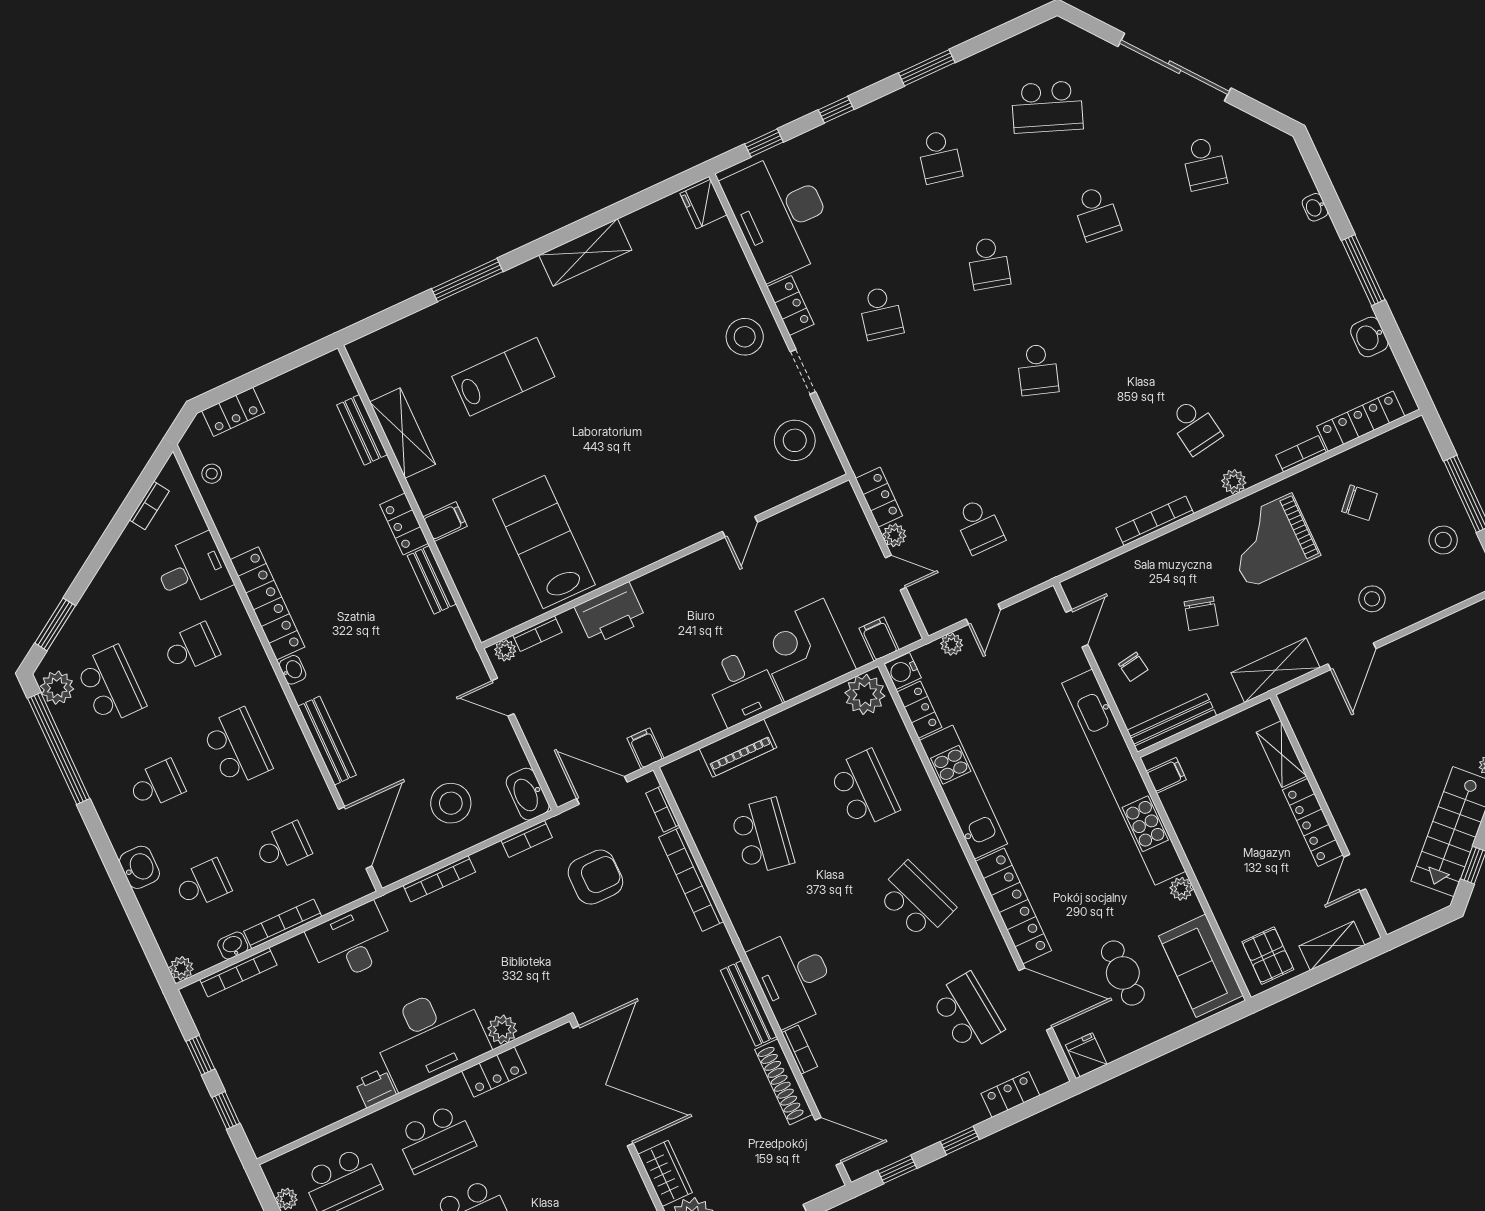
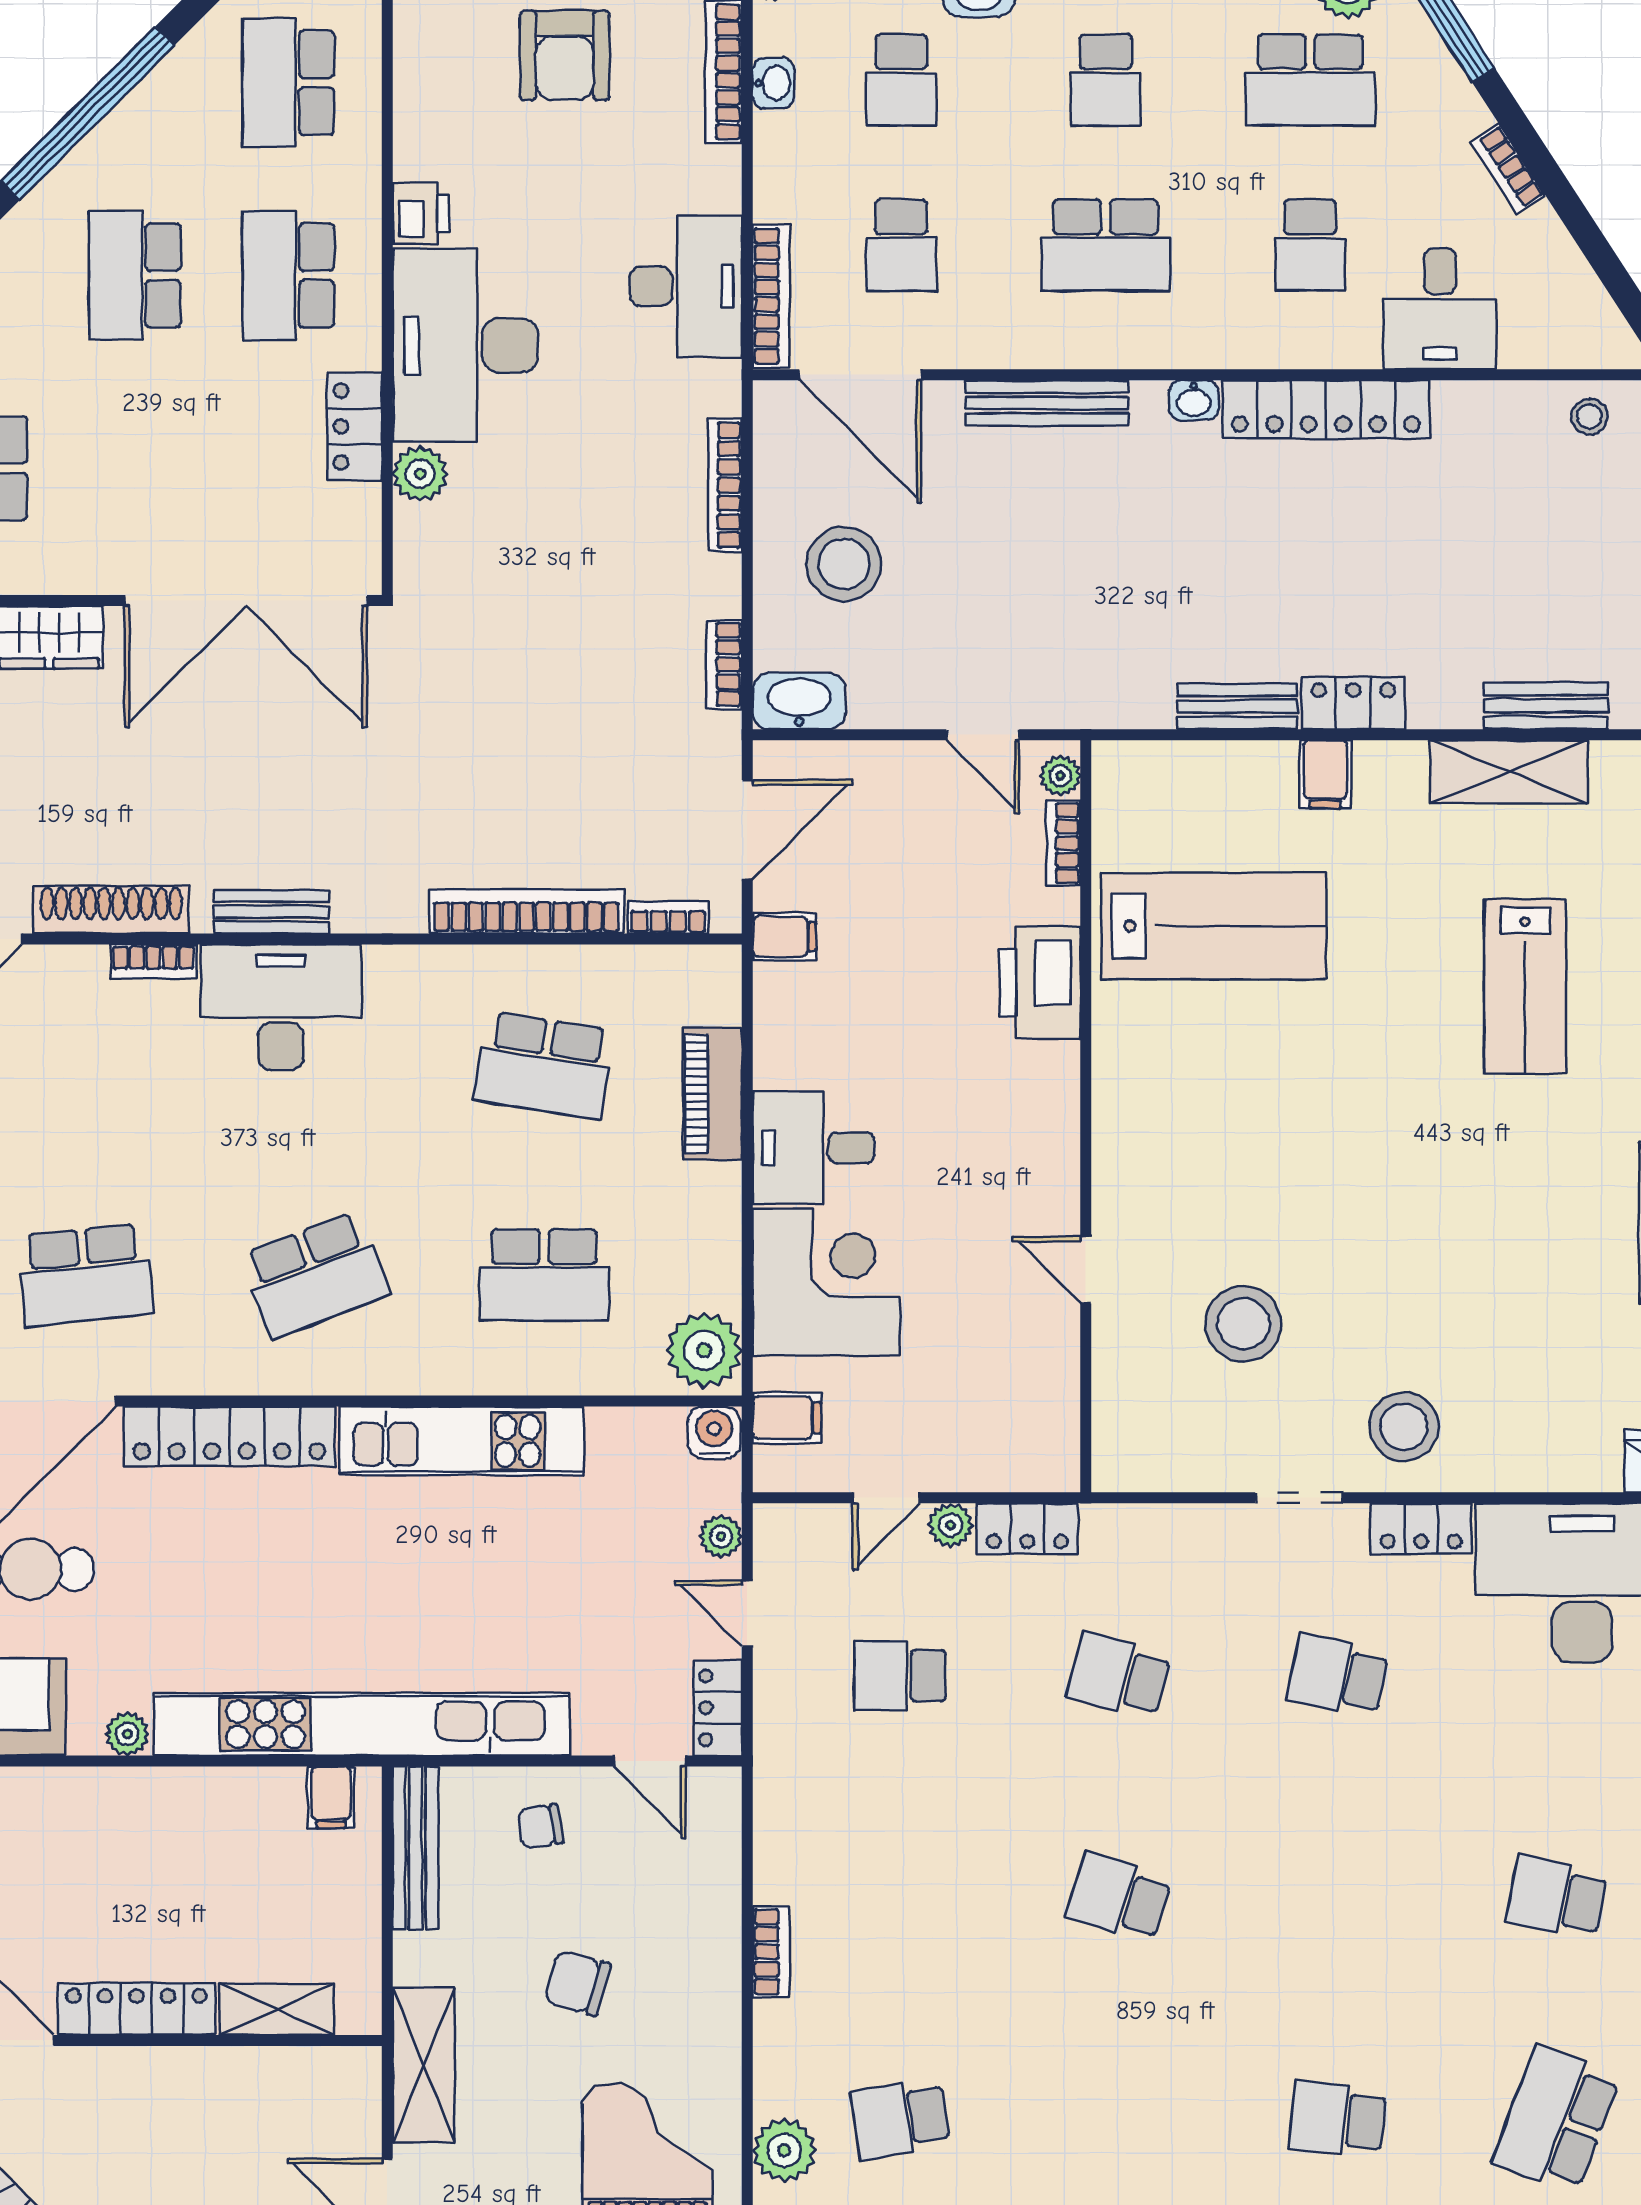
school desk: (989, 263) -> (1119, 1676), moved
stool: (795, 440) -> (1243, 1324), moved
plant: (1234, 482) -> (784, 2150), width x1.38, depth x1.38
bookcase: (149, 505) -> (1508, 169), moved
bookcase: (1155, 521) -> (771, 1952), width x0.64
door: (503, 697) -> (983, 735), swing flipped
locker: (919, 710) -> (718, 1708), moved, turned 90
armchair: (595, 877) -> (565, 55), moved
bookcase: (283, 924) -> (771, 296), moved
bench: (749, 1003) -> (272, 912), width x0.73

